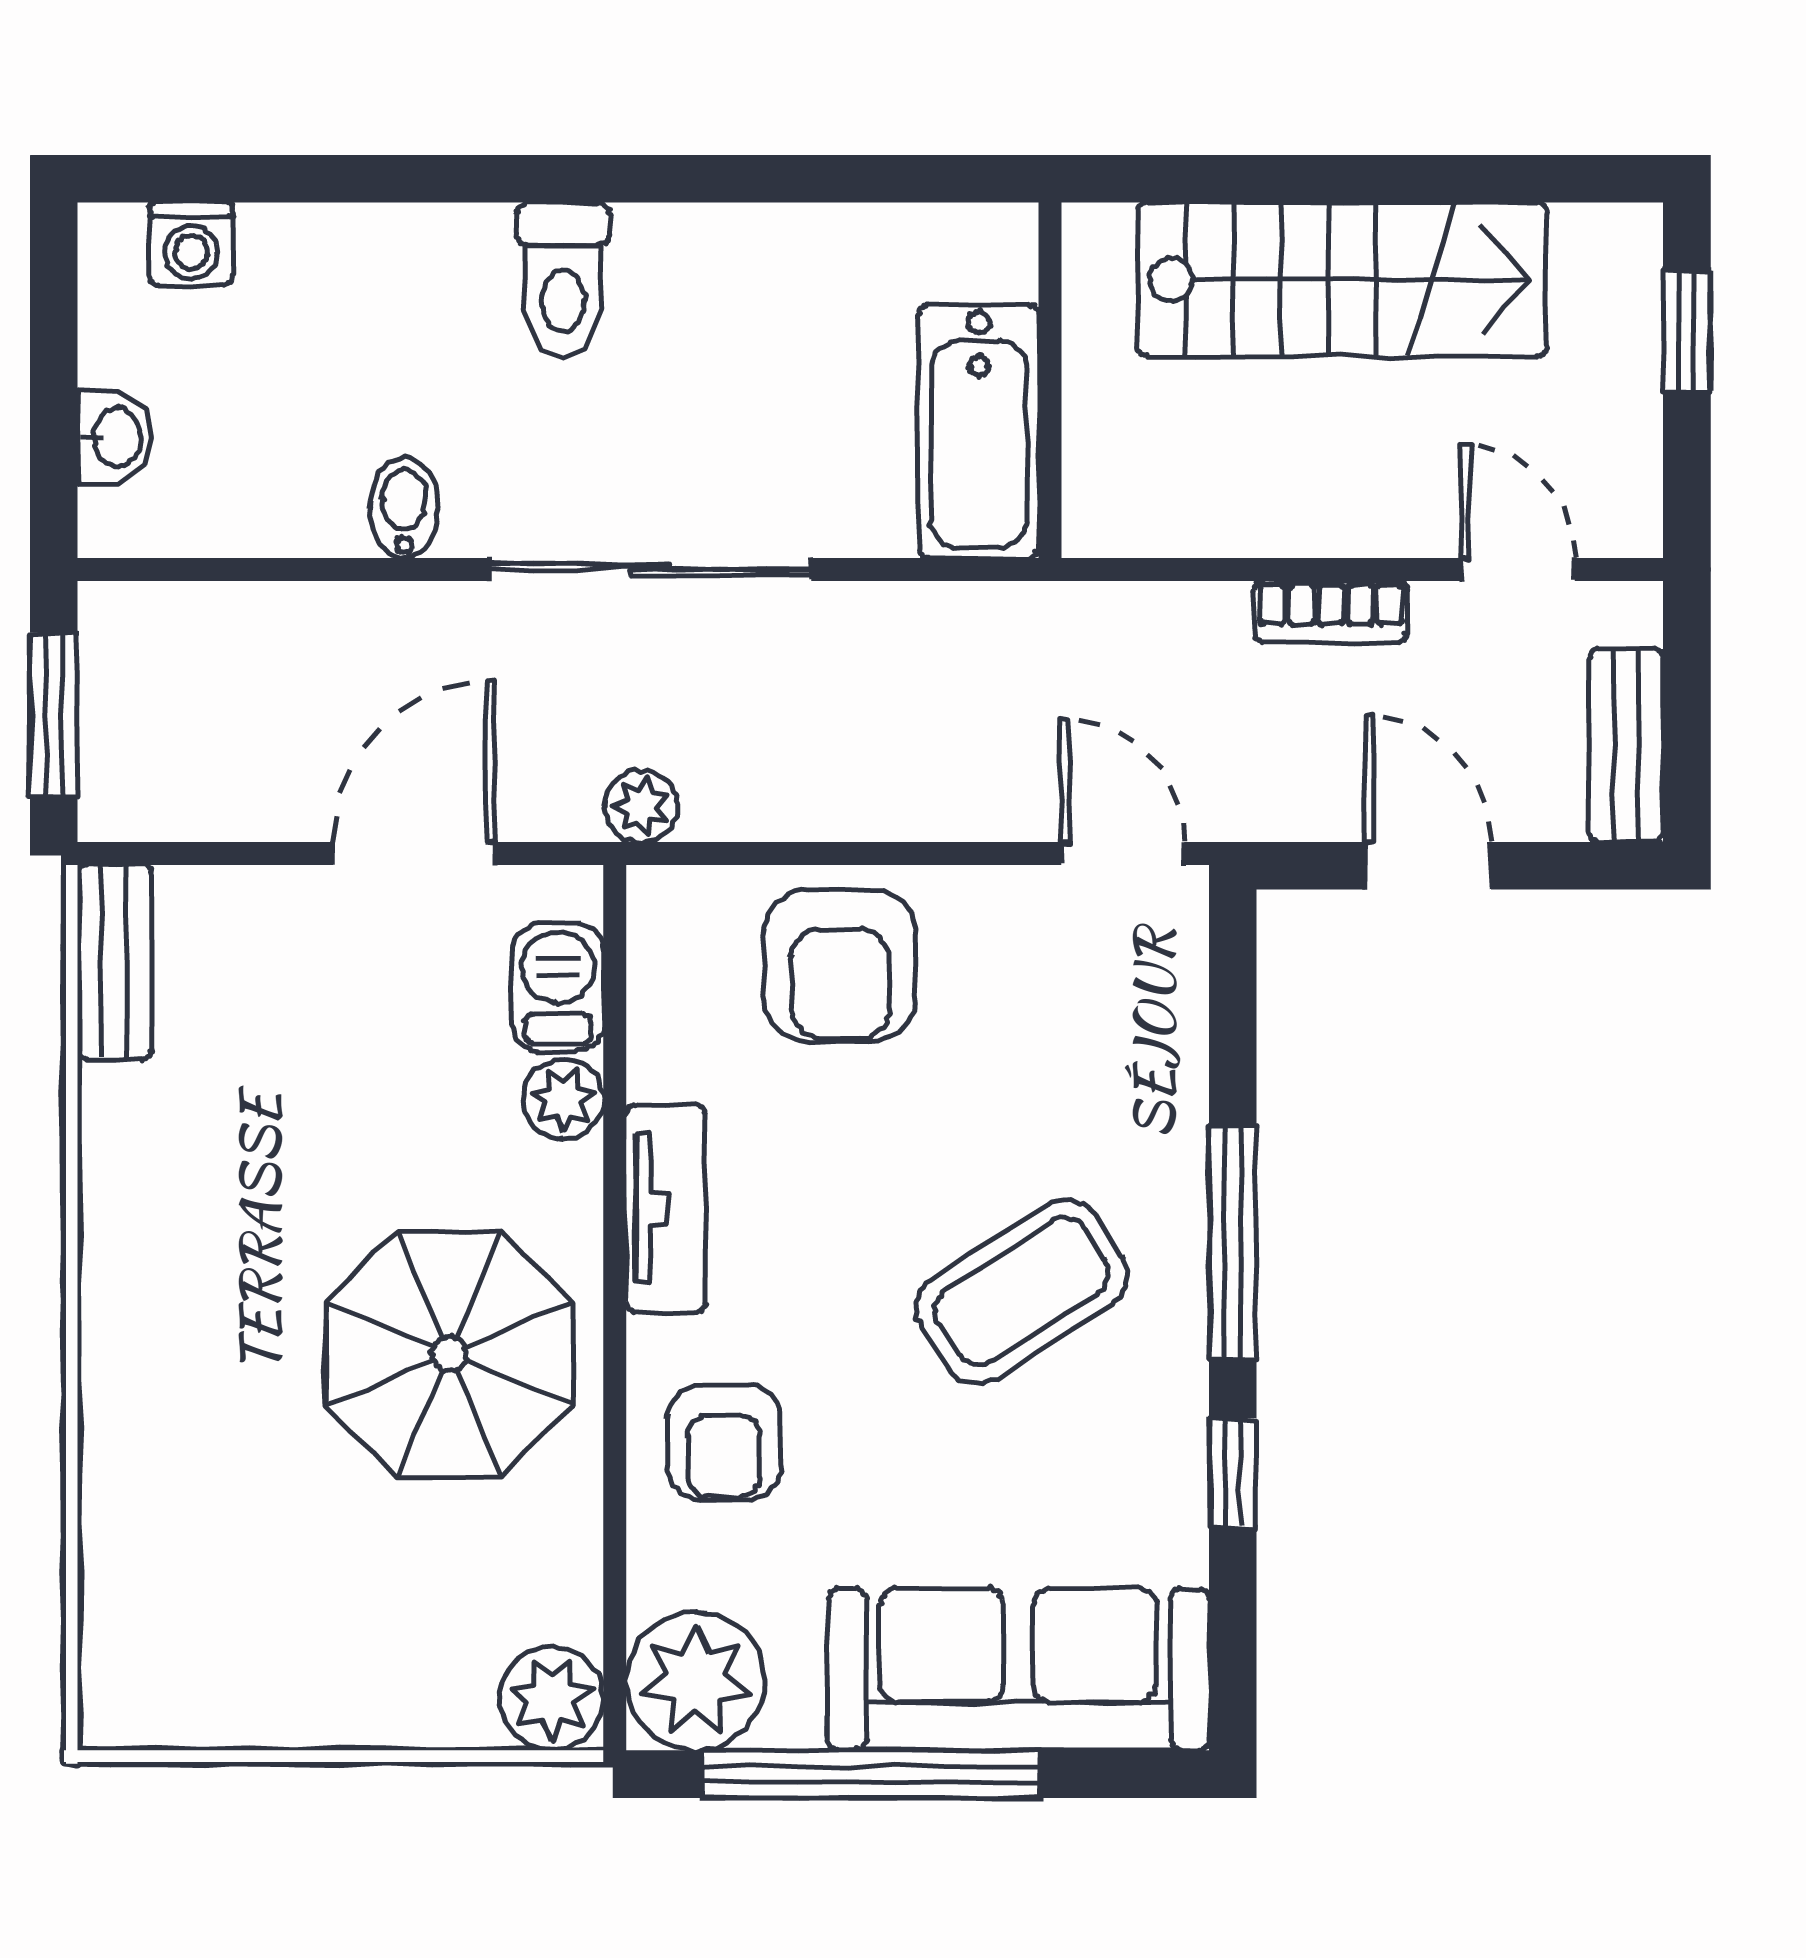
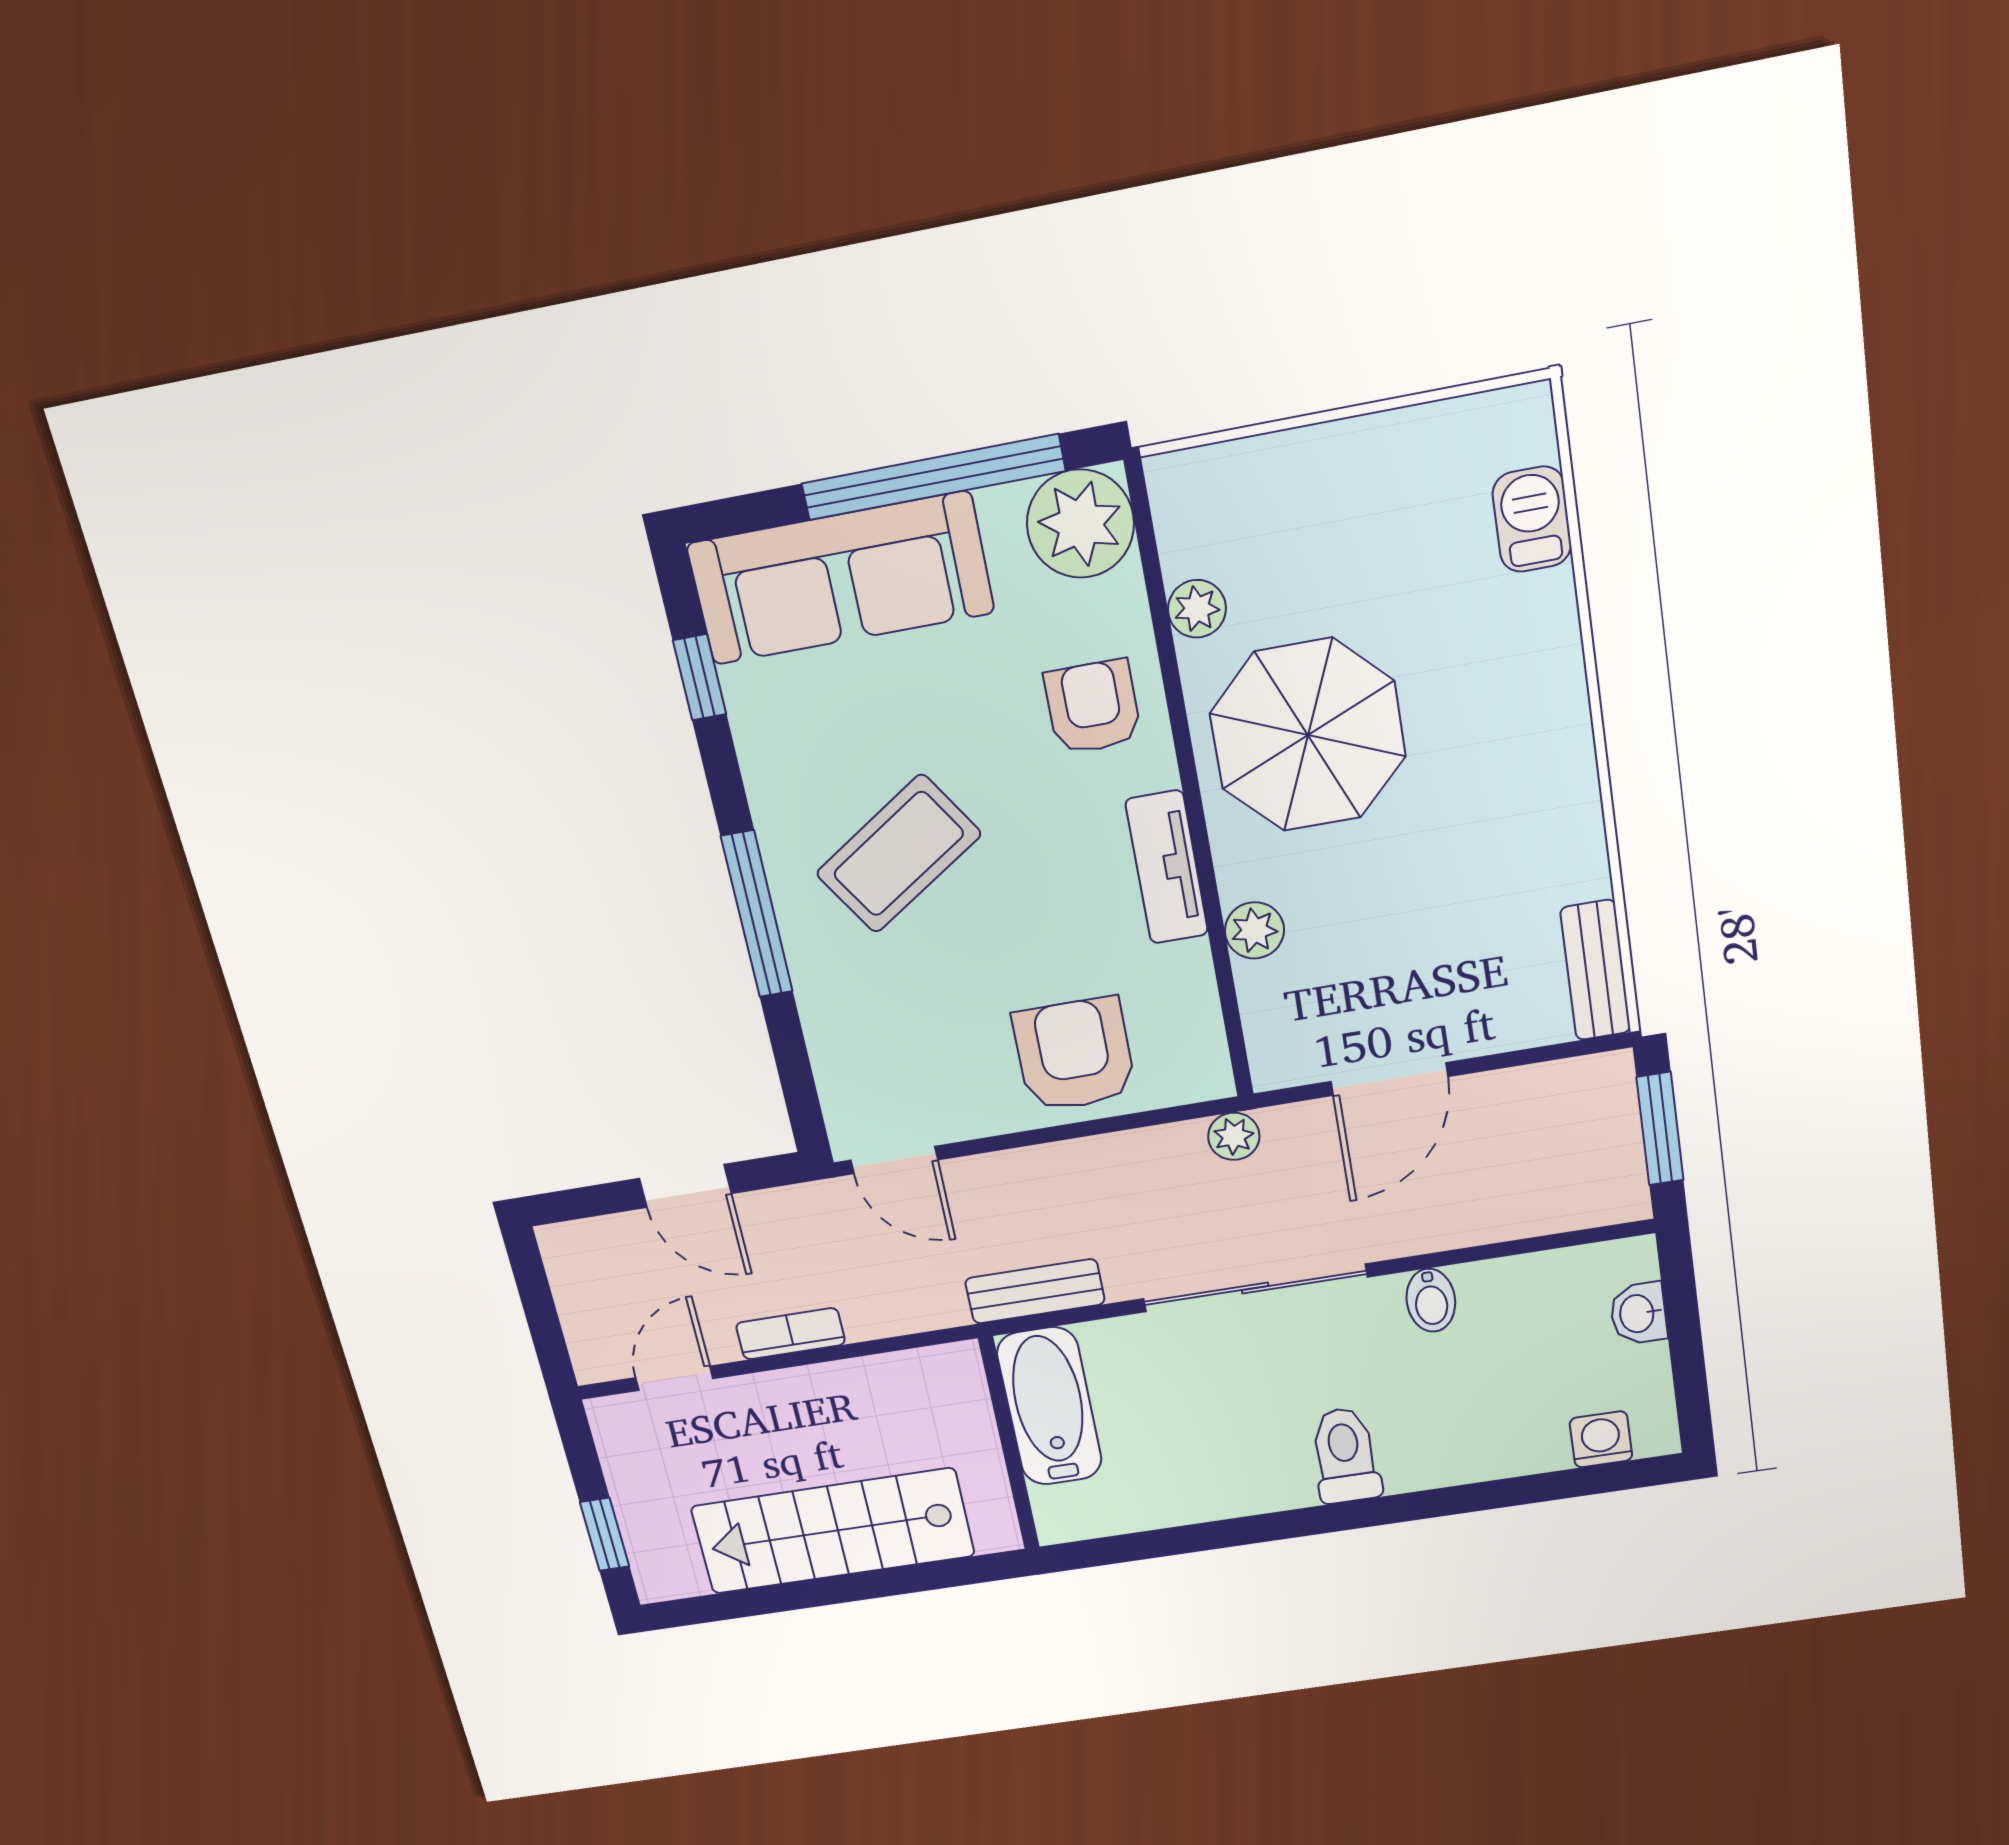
door: (1518, 570) -> (674, 1378), swing flipped
bench: (1626, 745) -> (1035, 1291), moved, turned 90
barbecue: (558, 988) -> (1532, 519), moved, turned 180
window: (1233, 1473) -> (700, 677), moved
plant: (552, 1699) -> (1197, 609), moved, width x0.73, depth x0.73

